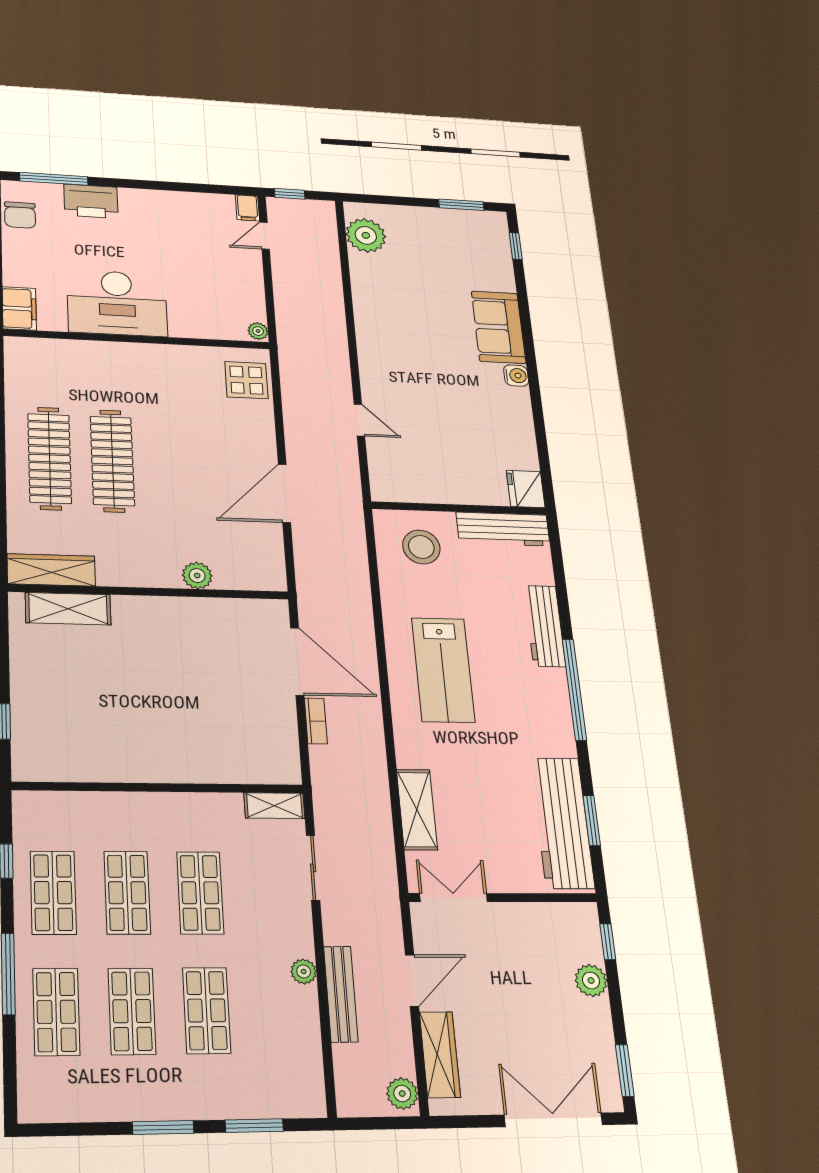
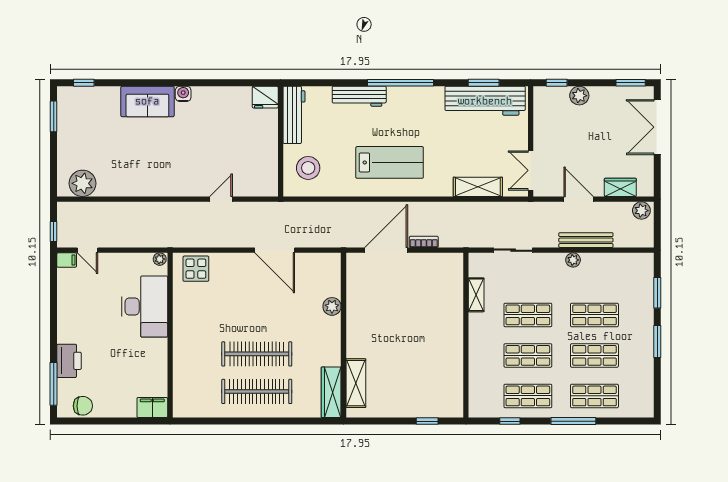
desk: (117, 303) -> (145, 307), moved
shelving: (274, 806) -> (476, 295), moved
wardrobe: (440, 1055) -> (620, 187), width x0.67

